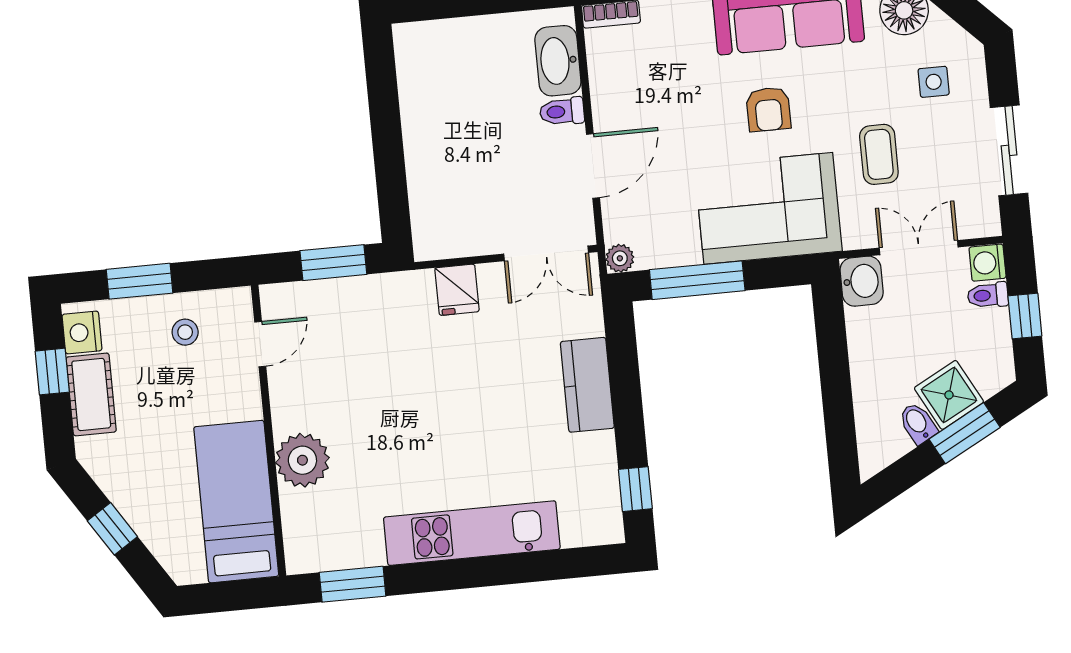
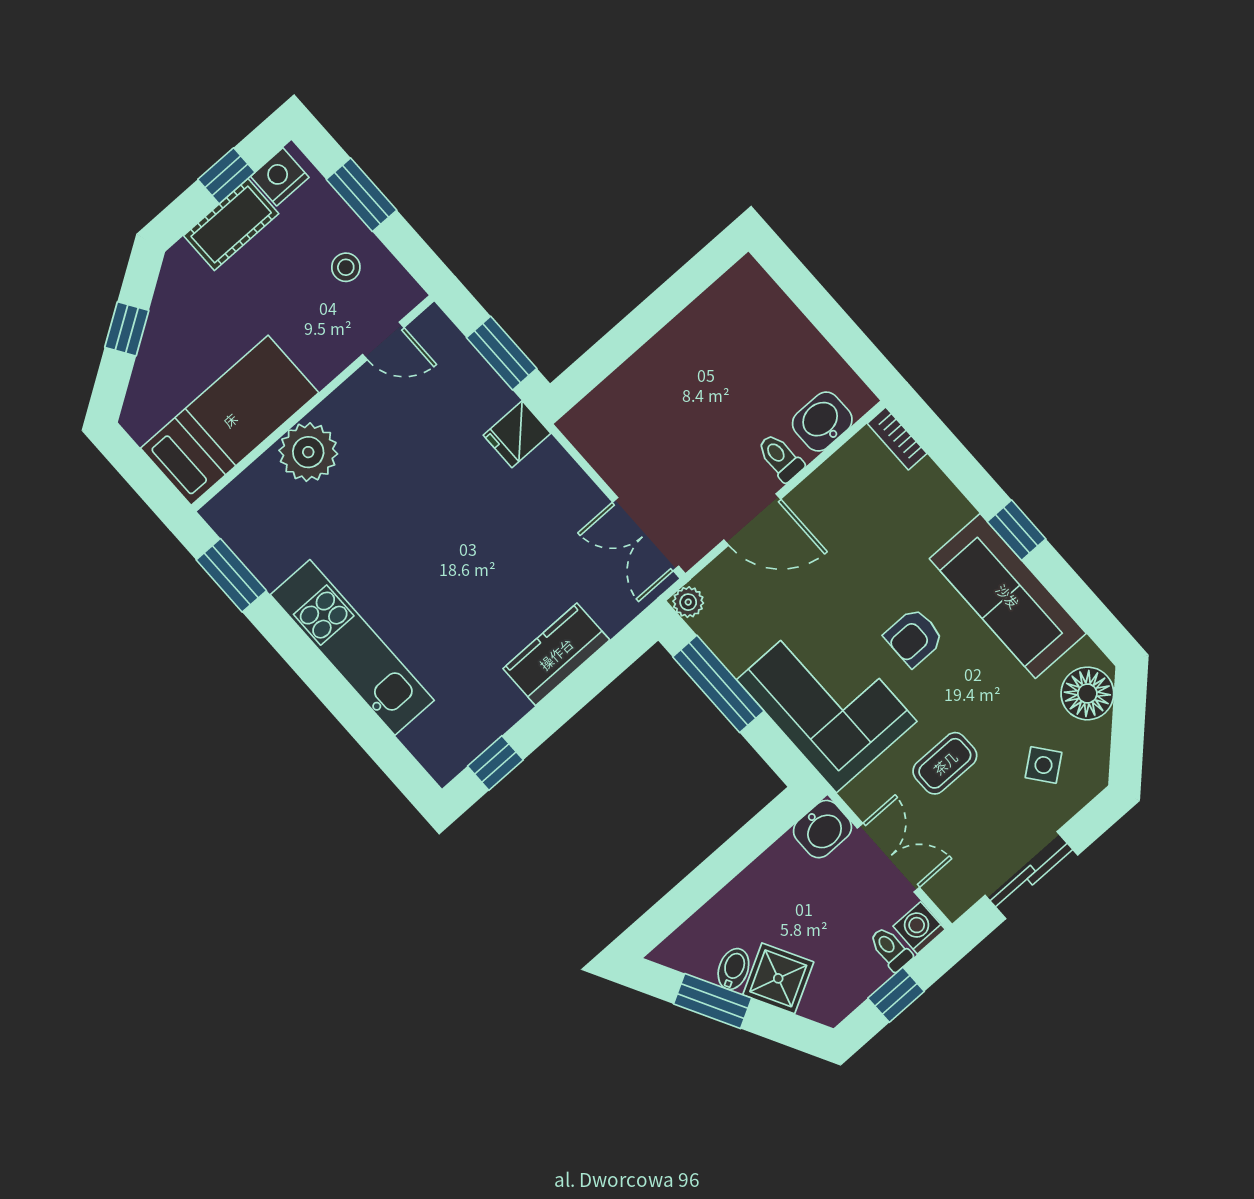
washbasin: (558, 61) -> (822, 422), width x0.72
side table: (934, 82) -> (1044, 765), turned -38
fridge: (457, 290) -> (517, 434), moved
window: (965, 433) -> (713, 1001), moved

